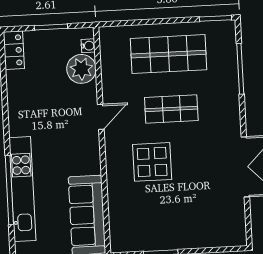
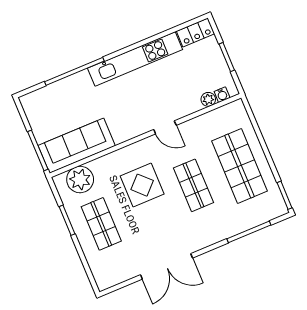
plant: (81, 69) -> (208, 99), width x0.53, depth x0.53
kitchen unit: (22, 189) -> (135, 59), moved
shop shelf: (177, 219) -> (101, 224), added
plant: (123, 224) -> (80, 180), added

